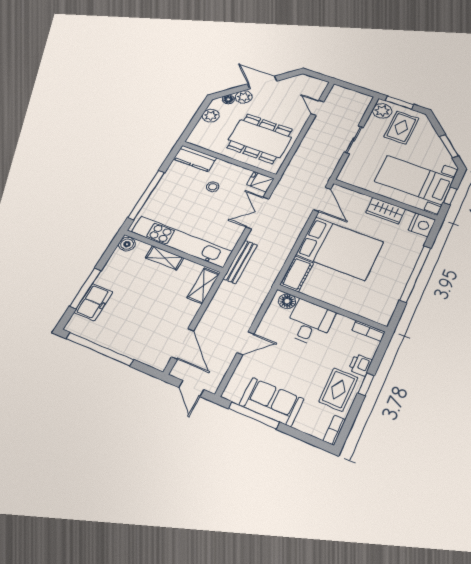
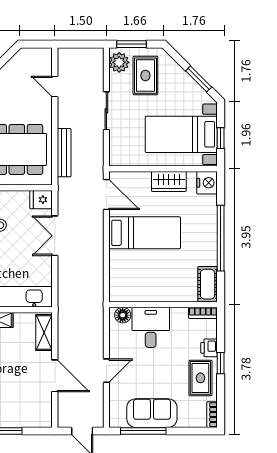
bed: (340, 248) -> (145, 233), width x0.67
bench: (240, 262) -> (64, 153), moved
cot: (297, 274) -> (208, 284), moved
door: (183, 344) -> (55, 376), moved

